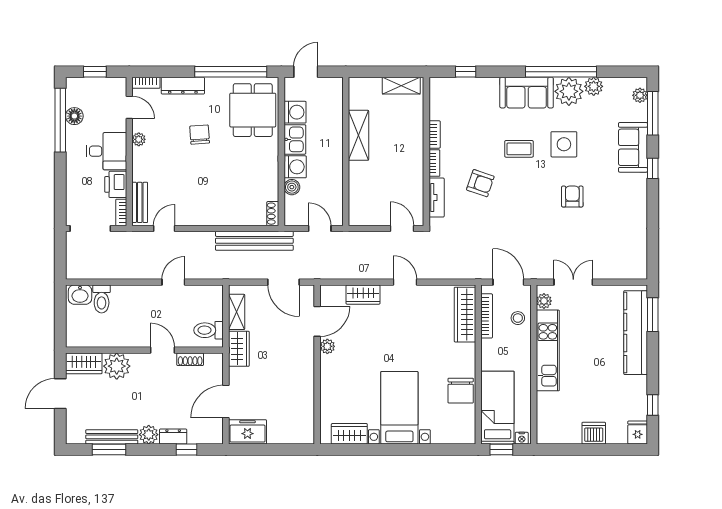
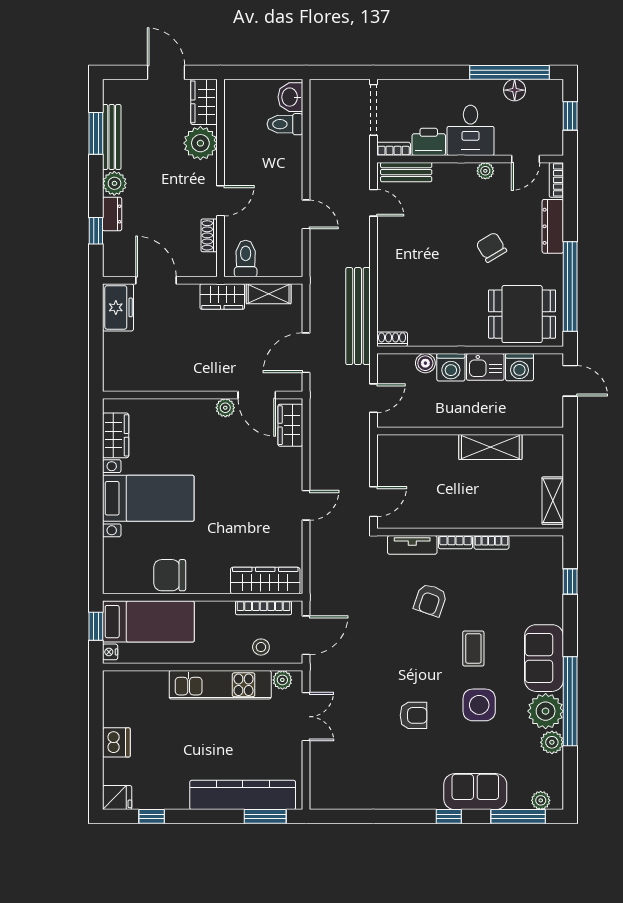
chair: (200, 135) -> (491, 247), turned -117
wardrobe: (363, 295) -> (290, 425), moved

